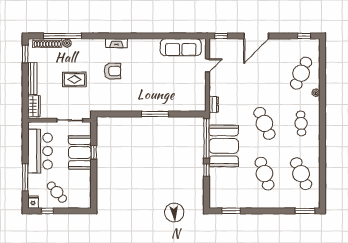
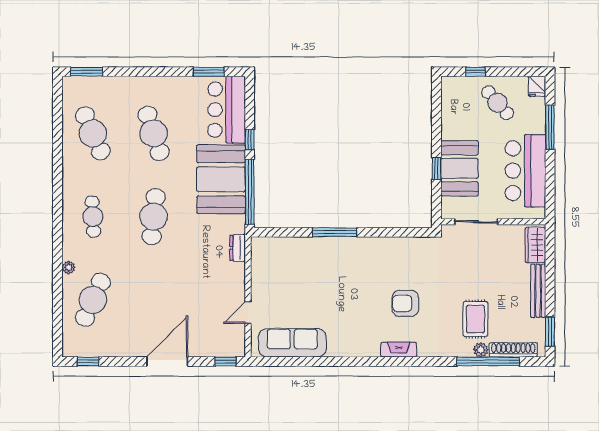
rug: (74, 79) -> (475, 319), moved, turned 90
cafe table: (264, 123) -> (154, 217), turned 30
bar counter: (220, 188) -> (227, 110), added
window: (47, 211) -> (476, 72), moved

